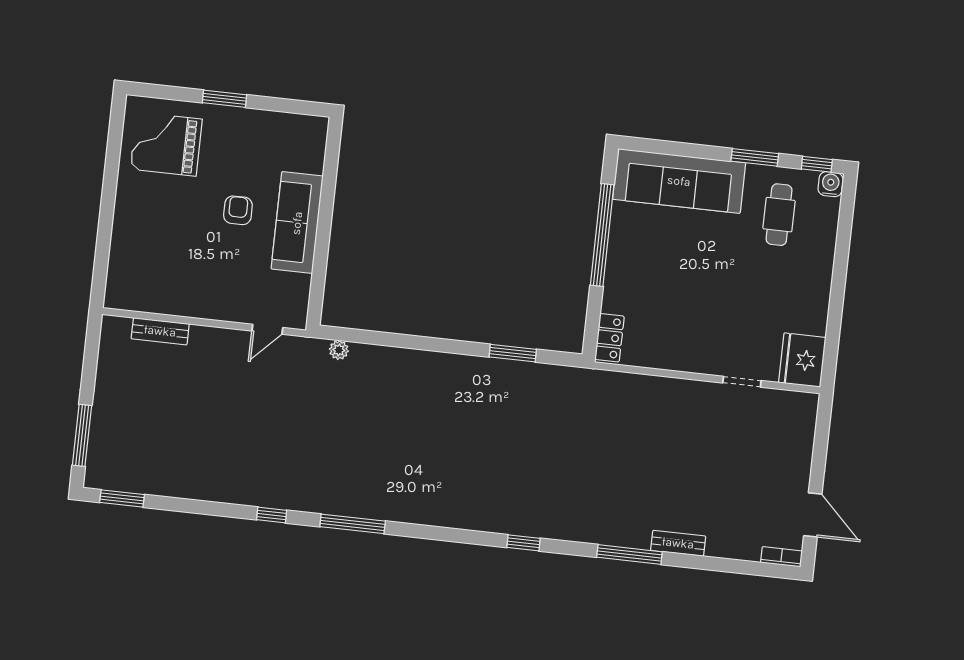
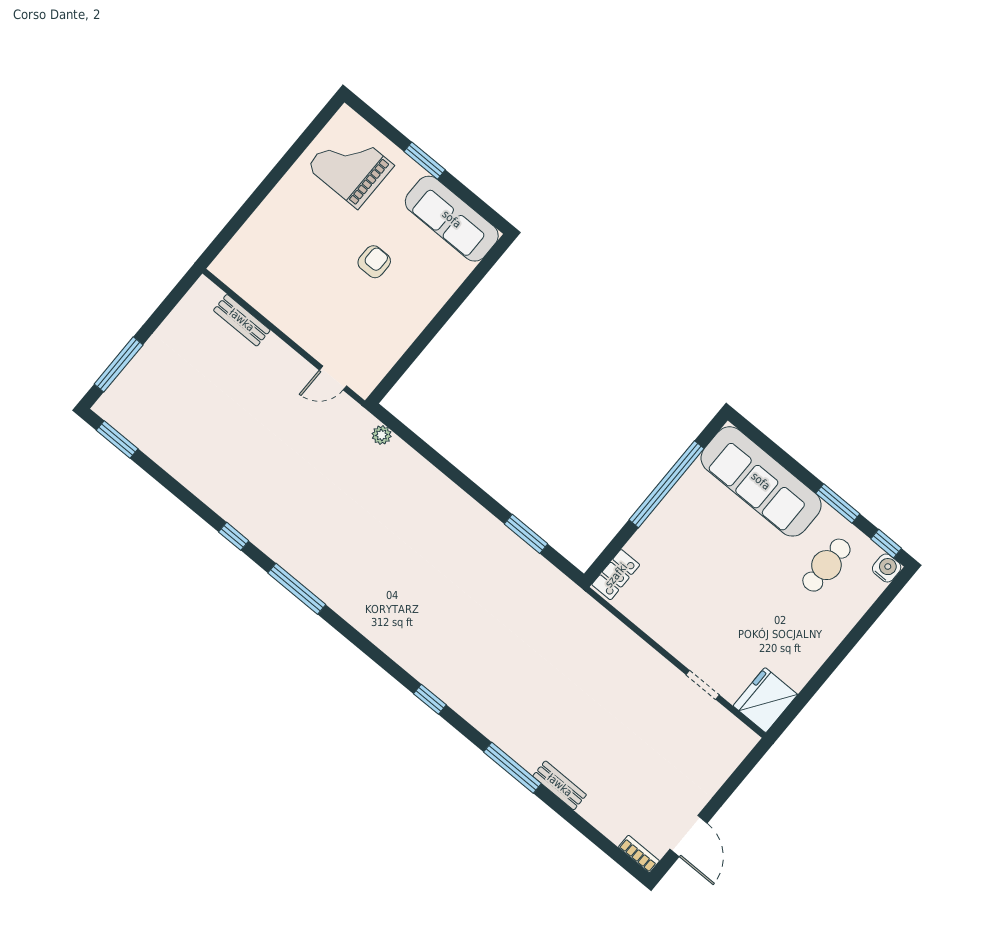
sofa: (297, 223) -> (452, 219), moved, turned -90

